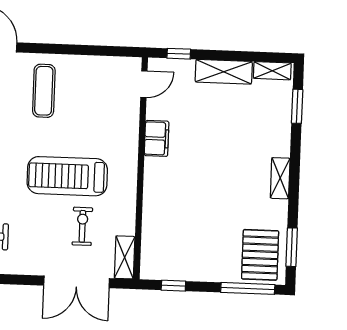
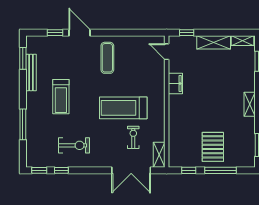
door: (144, 84) -> (167, 52), swing flipped
pallet: (260, 255) -> (213, 147), moved
window: (248, 288) -> (220, 170), moved

